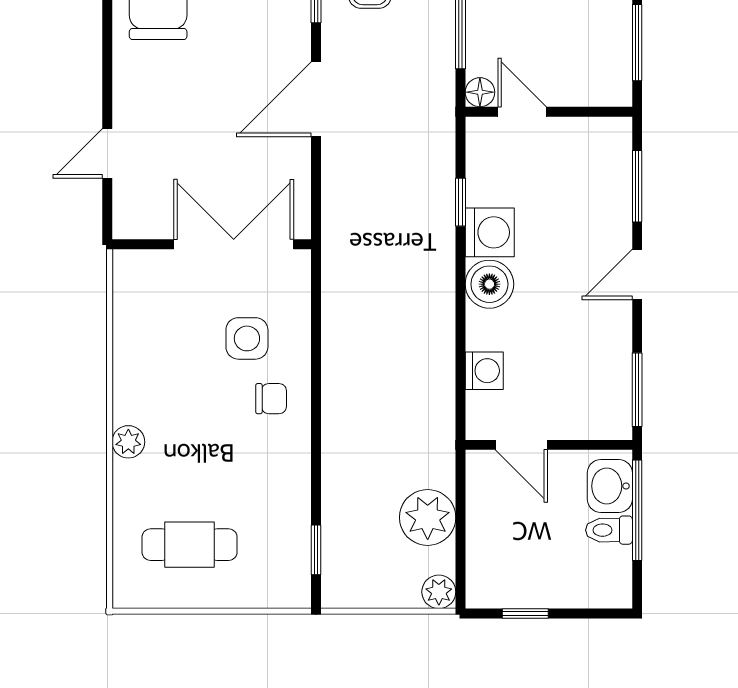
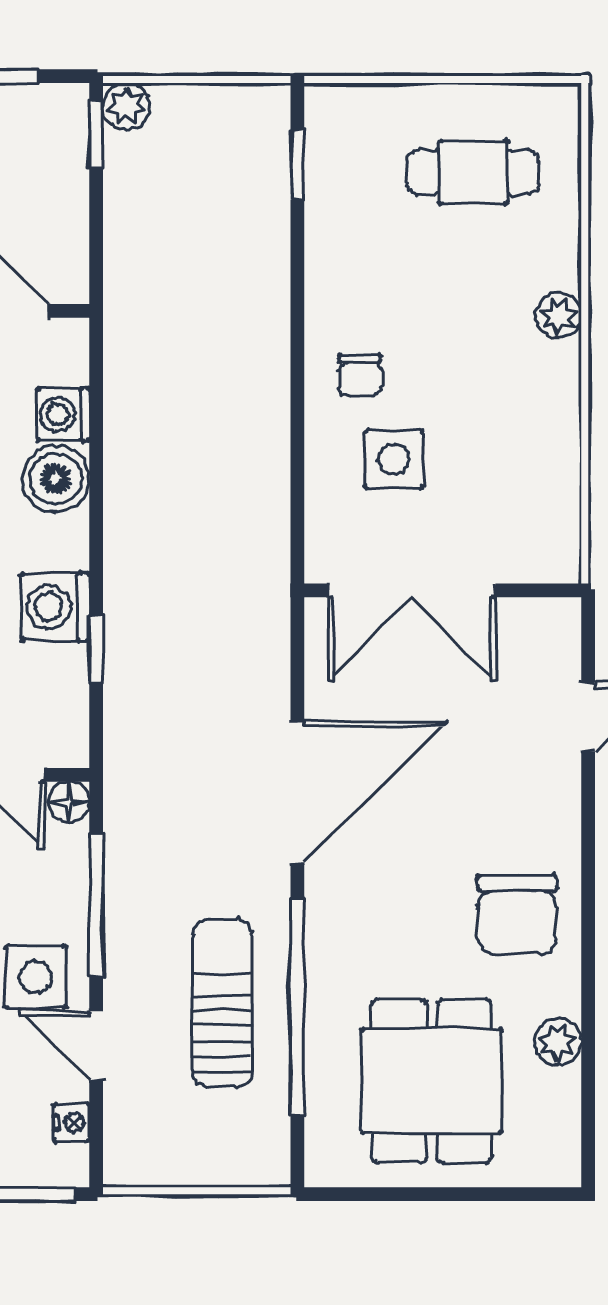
door: (316, 99) -> (297, 792), width x1.36
boiler: (489, 284) -> (56, 479), moved
chair: (271, 399) -> (360, 375), turned -90
plant: (428, 517) -> (142, 210), removed
window: (460, 572) -> (96, 134), added

